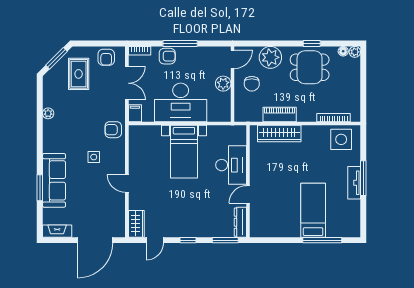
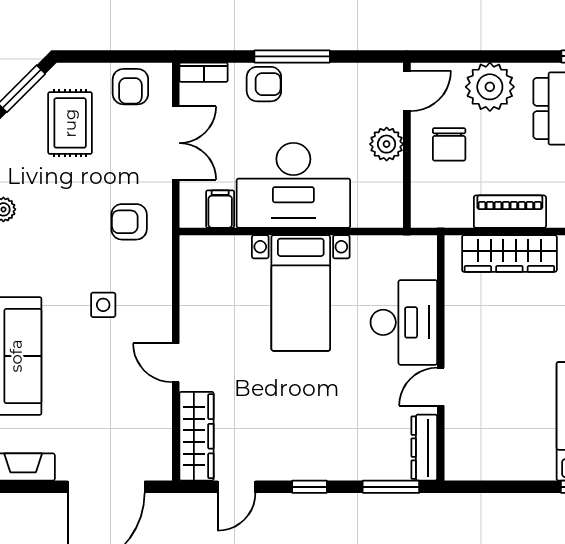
filing cabinet: (135, 113) -> (220, 209), moved
armchair: (113, 130) -> (129, 222), moved
wardrobe: (136, 224) -> (197, 436), width x1.50

